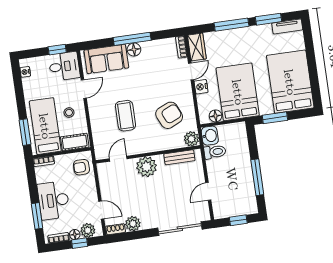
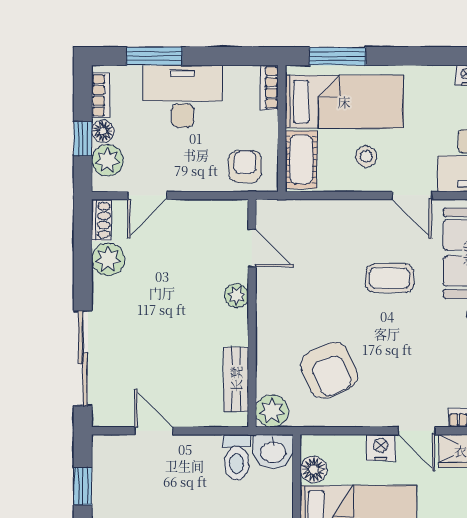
coffee table: (125, 116) -> (390, 278), moved, width x0.73, depth x0.77
plant: (146, 167) -> (236, 296), width x0.53, depth x0.53

